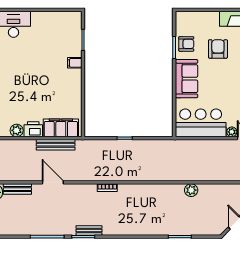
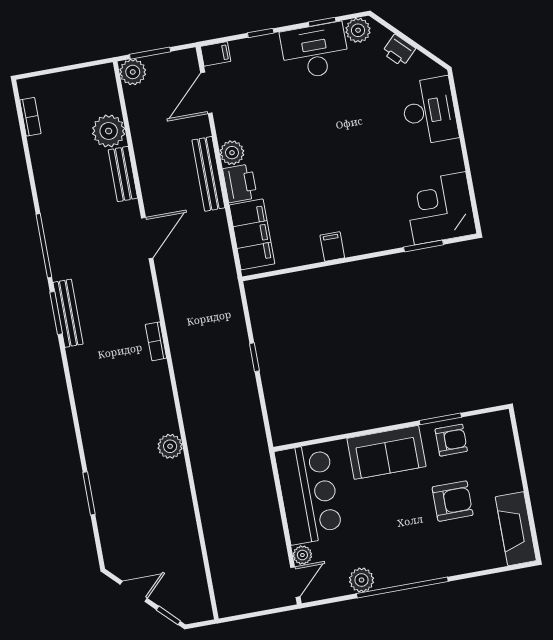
corner desk: (65, 28) -> (440, 208), added
armchair: (186, 44) -> (451, 440), turned -90
filing cabinet: (75, 63) -> (332, 246), moved
bench: (56, 145) -> (208, 174), moved
plant: (191, 190) -> (170, 446), moved
bench: (89, 231) -> (68, 313), width x1.36

